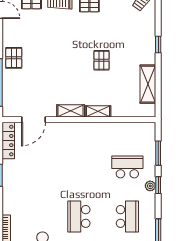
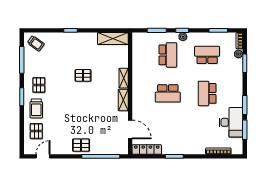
shelving: (148, 84) -> (113, 39), moved
school desk: (79, 167) -> (168, 93), added
school desk: (127, 167) -> (168, 55), turned 180
school desk: (79, 216) -> (207, 93), turned 90

